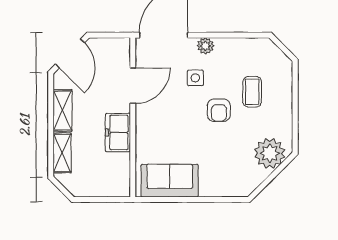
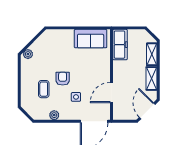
plant: (205, 46) -> (54, 115), moved
freezer: (118, 132) -> (120, 45), moved, width x1.40
plant: (270, 153) -> (28, 54), width x0.53, depth x0.53

